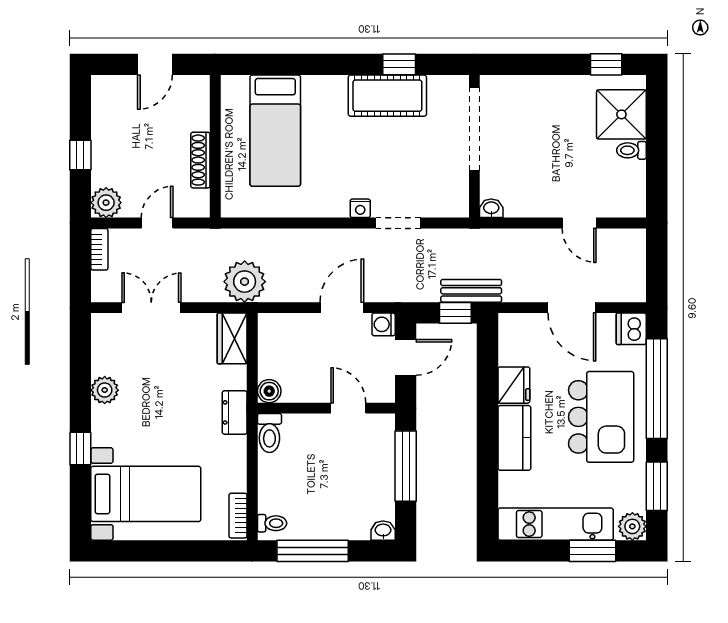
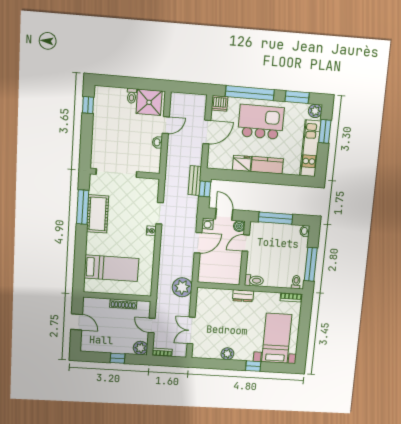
window: (399, 64) -> (83, 207), width x2.17
shower: (621, 114) -> (149, 102), moved
washbasin: (491, 208) -> (157, 142), moved
door: (342, 308) -> (198, 243), swing flipped
wardrobe: (232, 338) -> (208, 295), removed
boiler: (269, 391) -> (239, 226), moved

